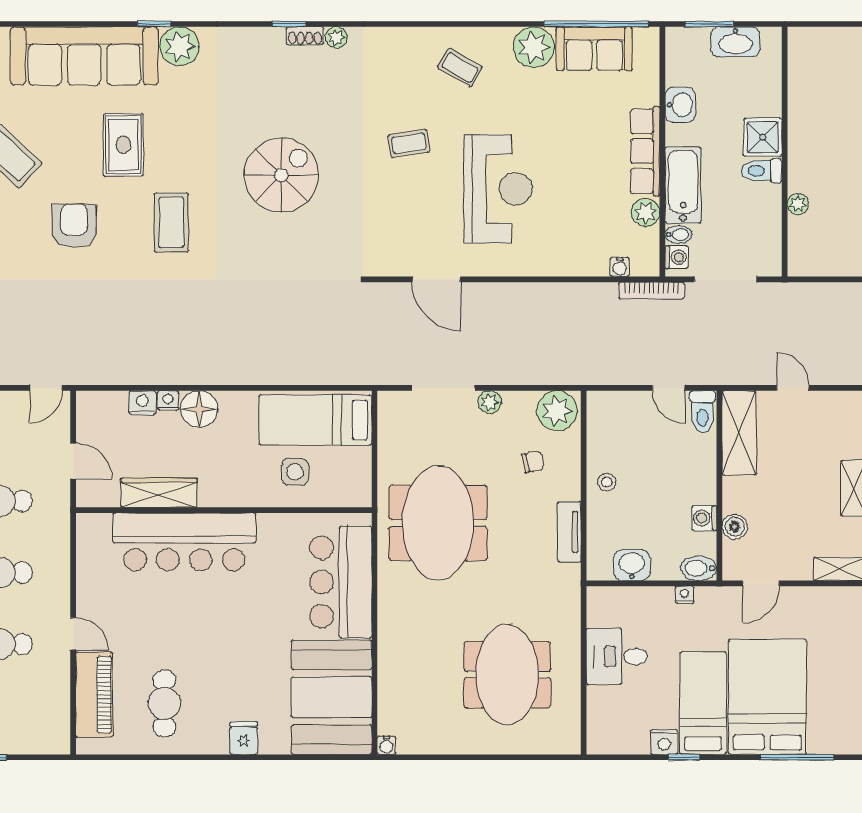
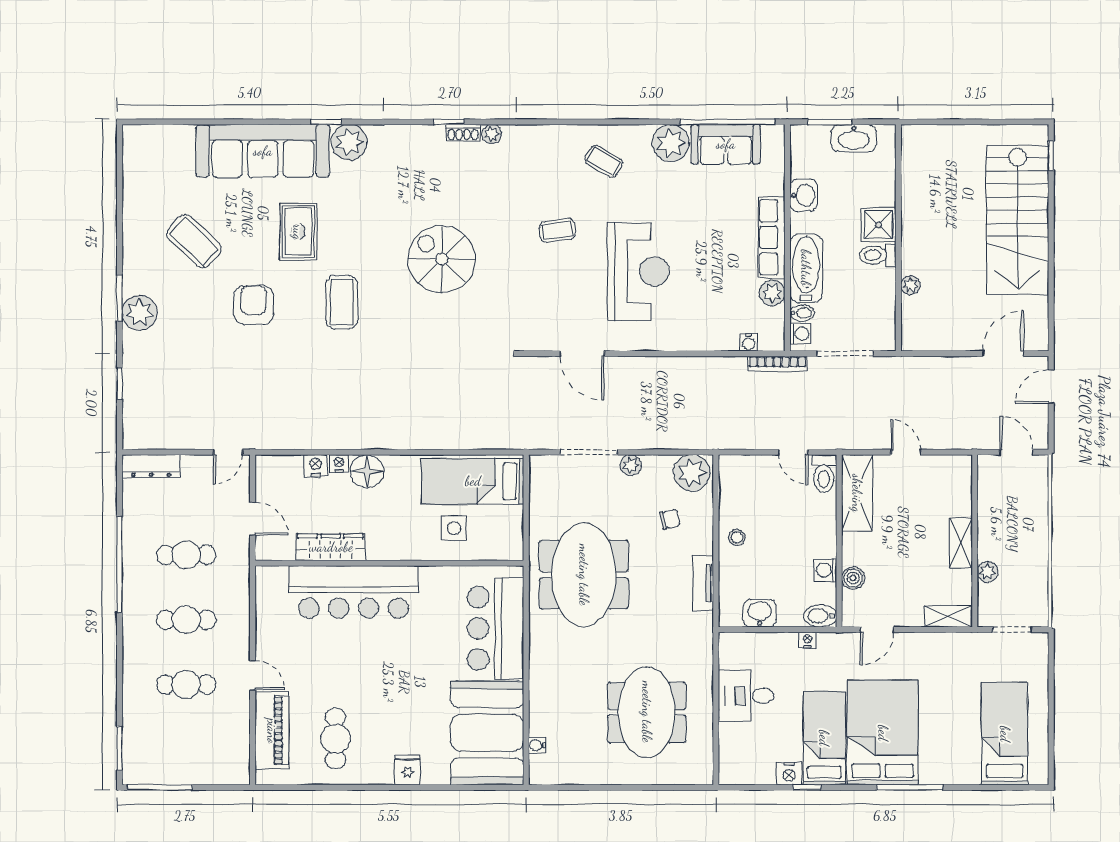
spiral stairs: (281, 175) -> (442, 259), turned -90
water cooler: (386, 745) -> (537, 745), moved, turned 90

